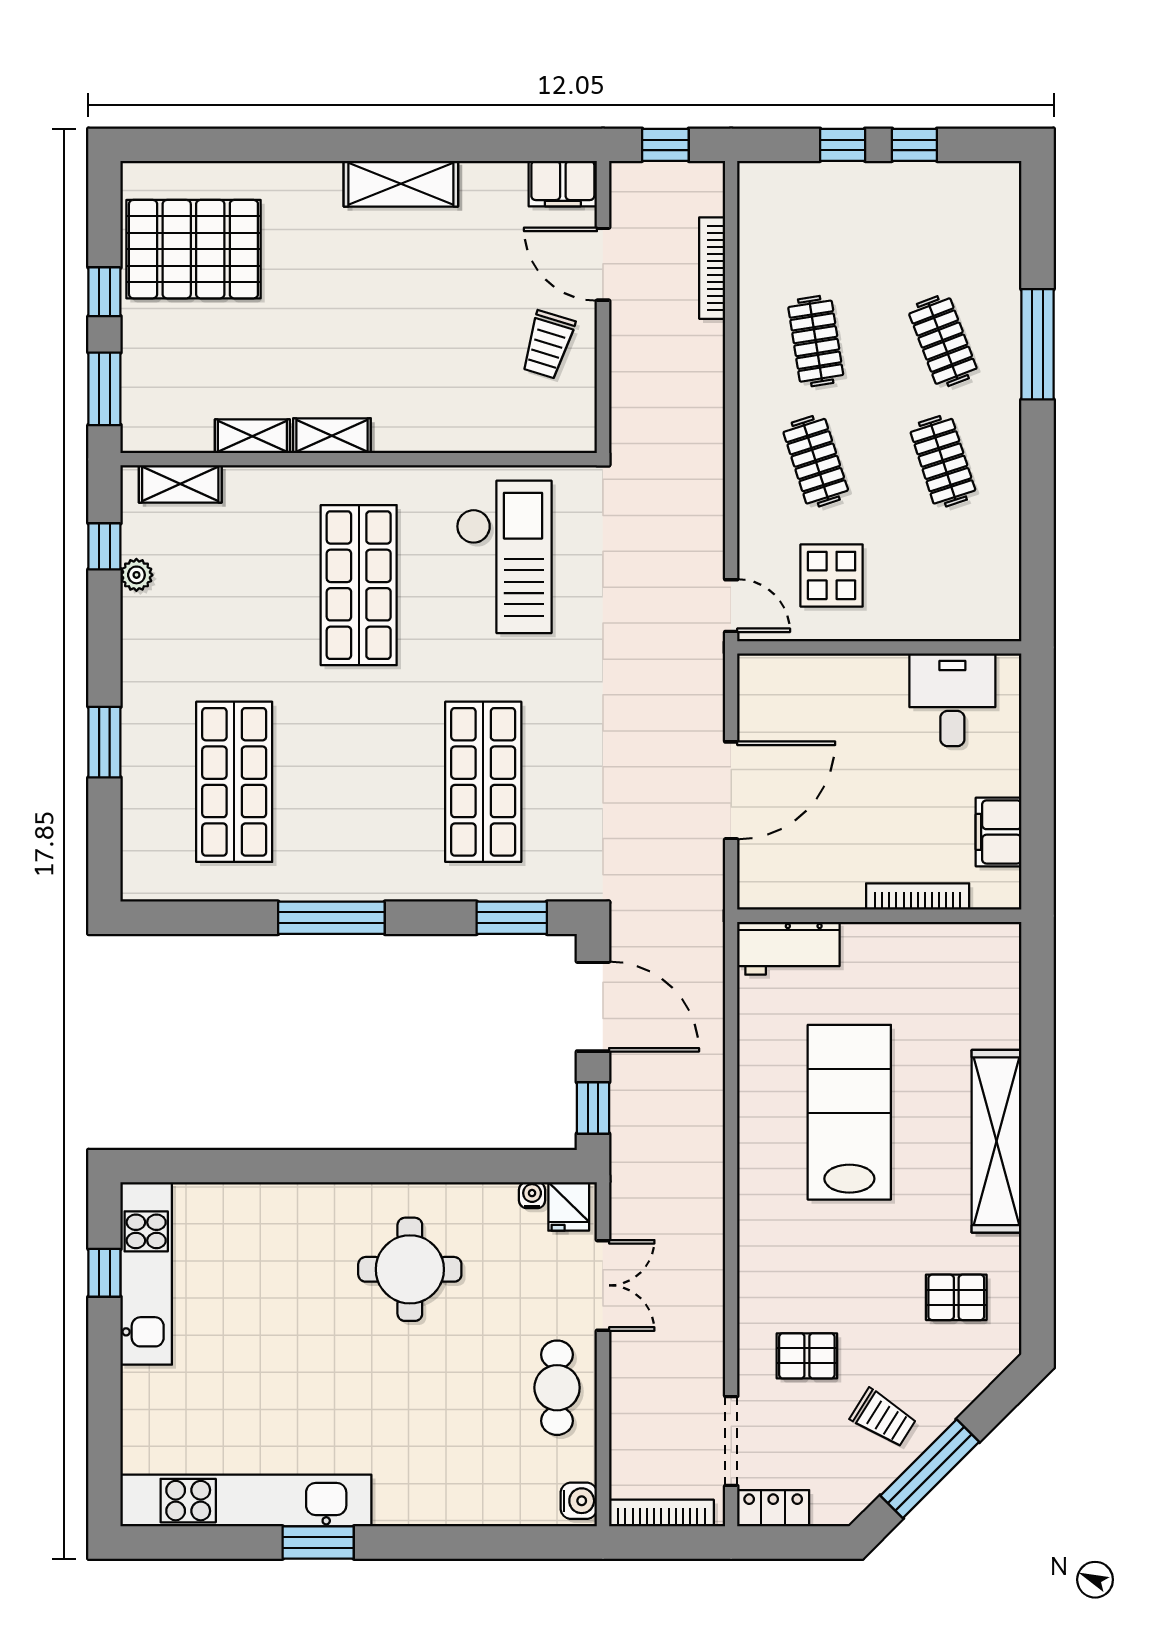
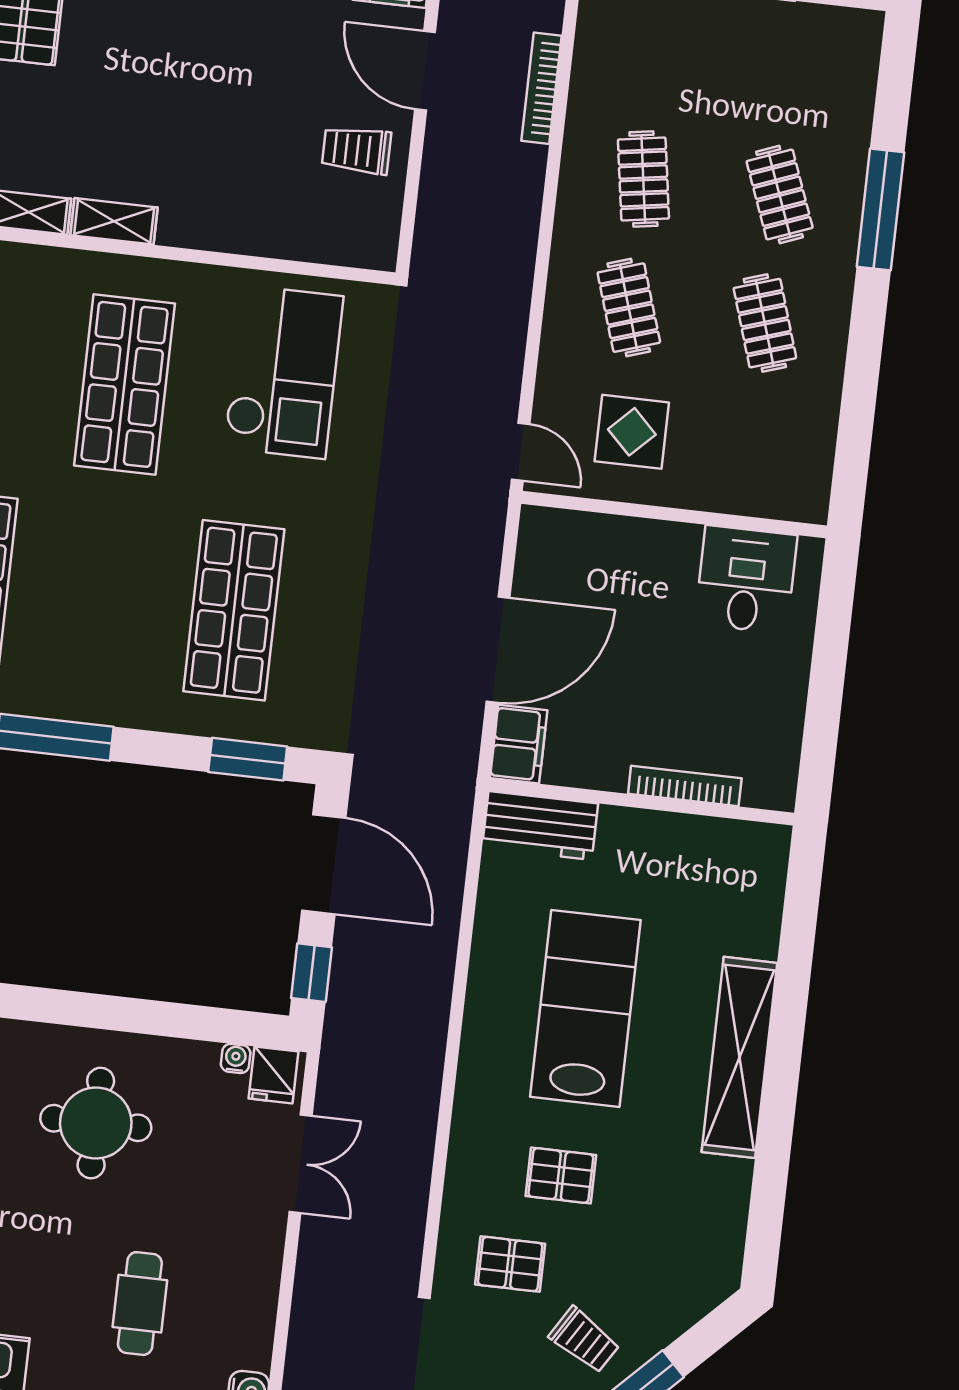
trolley: (548, 345) -> (356, 150), turned 73
filing cabinet: (999, 832) -> (519, 744), moved, turned 180
pallet: (956, 1297) -> (561, 1176), moved
cafe table: (557, 1388) -> (140, 1304), moved

